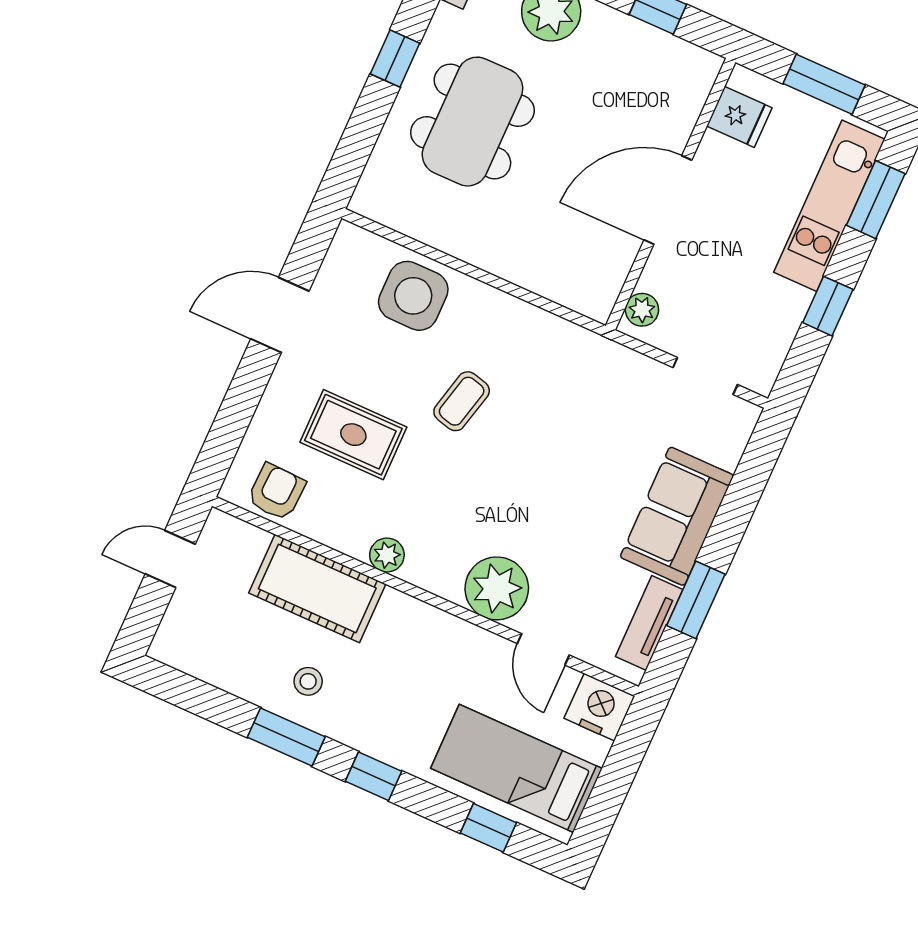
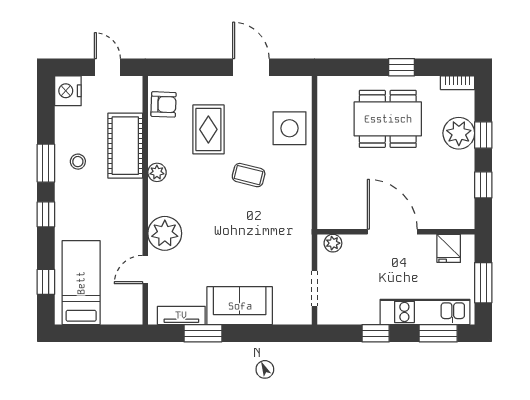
nightstand: (599, 707) -> (68, 91), moved, turned 180

